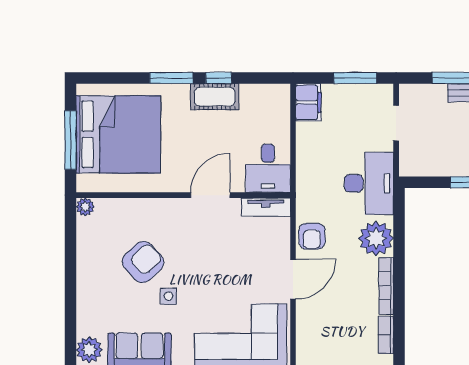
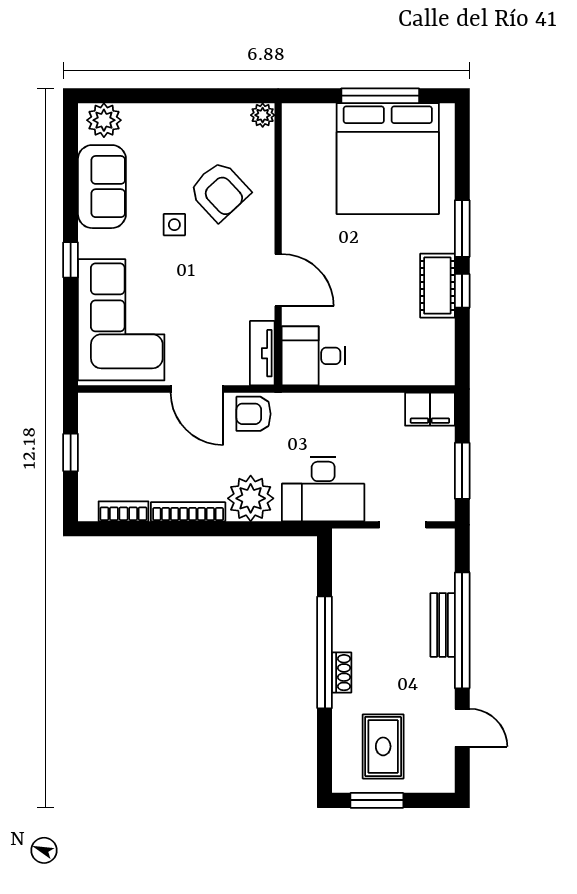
desk: (268, 168) -> (314, 356), moved
wall: (183, 195) -> (278, 244), moved
door: (210, 195) -> (278, 280), moved
plant: (85, 207) -> (263, 115), moved
tv unit: (266, 207) -> (262, 353), moved

